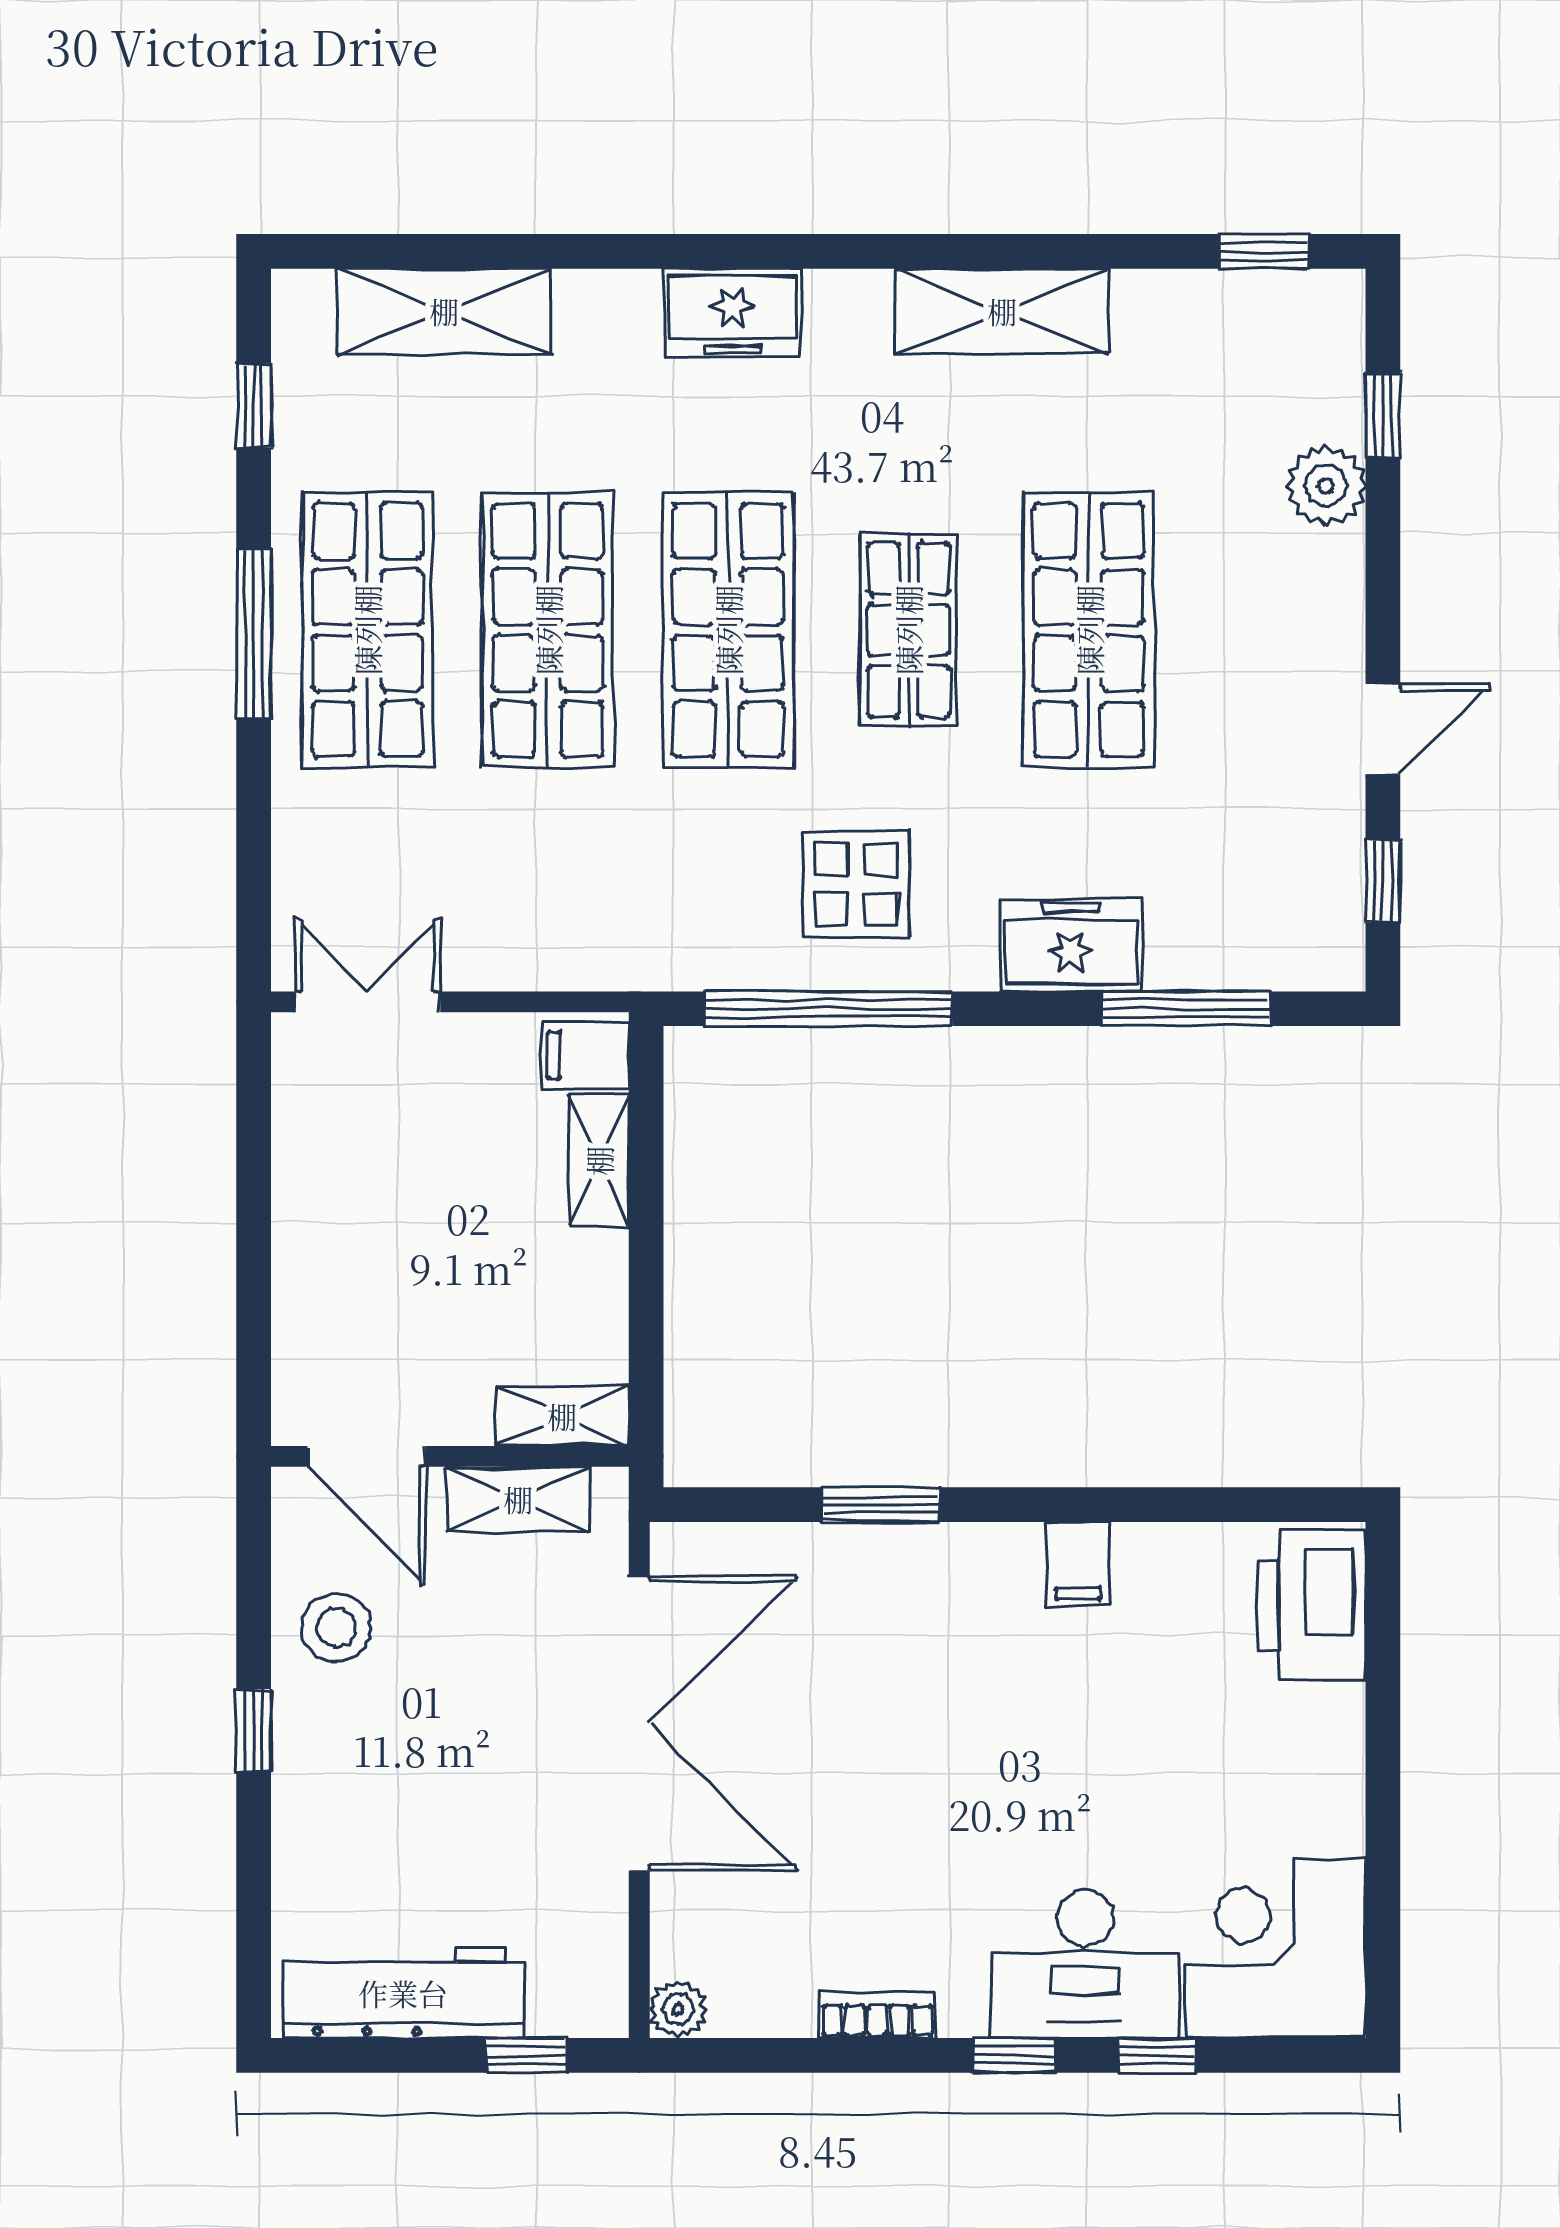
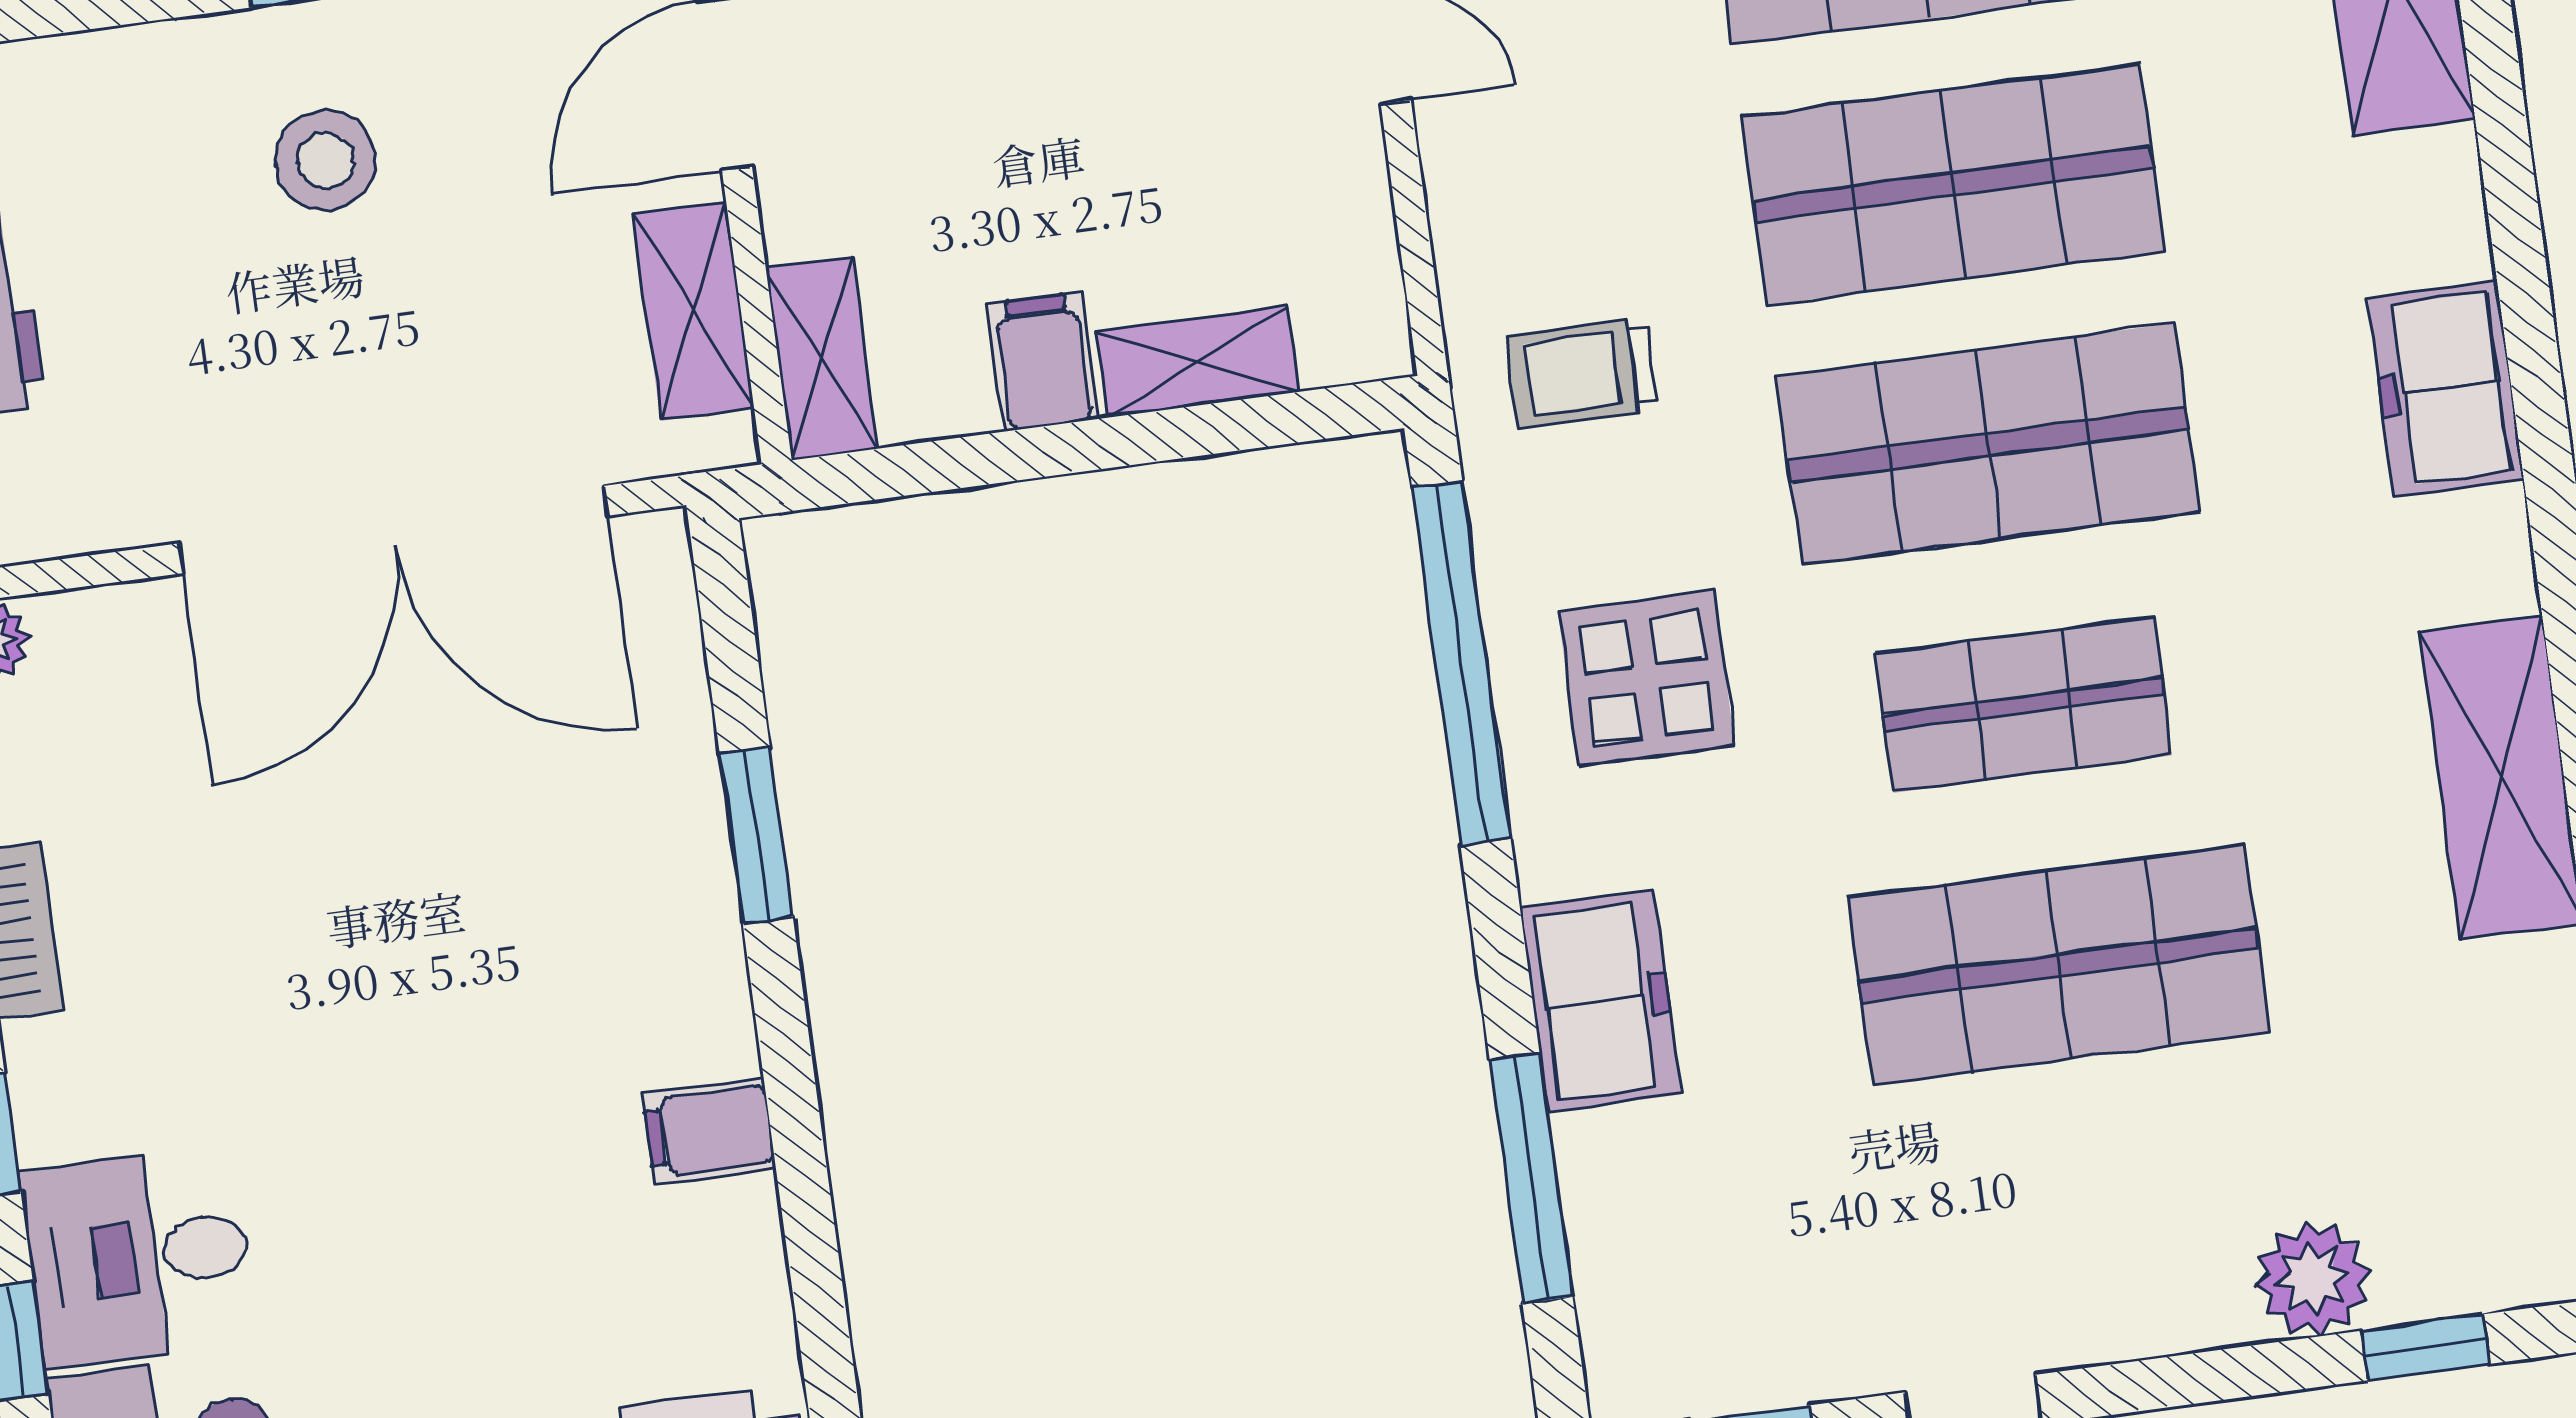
trolley: (642, 900) -> (1582, 372), added
filing cabinet: (585, 1055) -> (1043, 362), moved
stool: (336, 1628) -> (325, 161), moved
desk: (1085, 1964) -> (138, 1257), width x0.73

